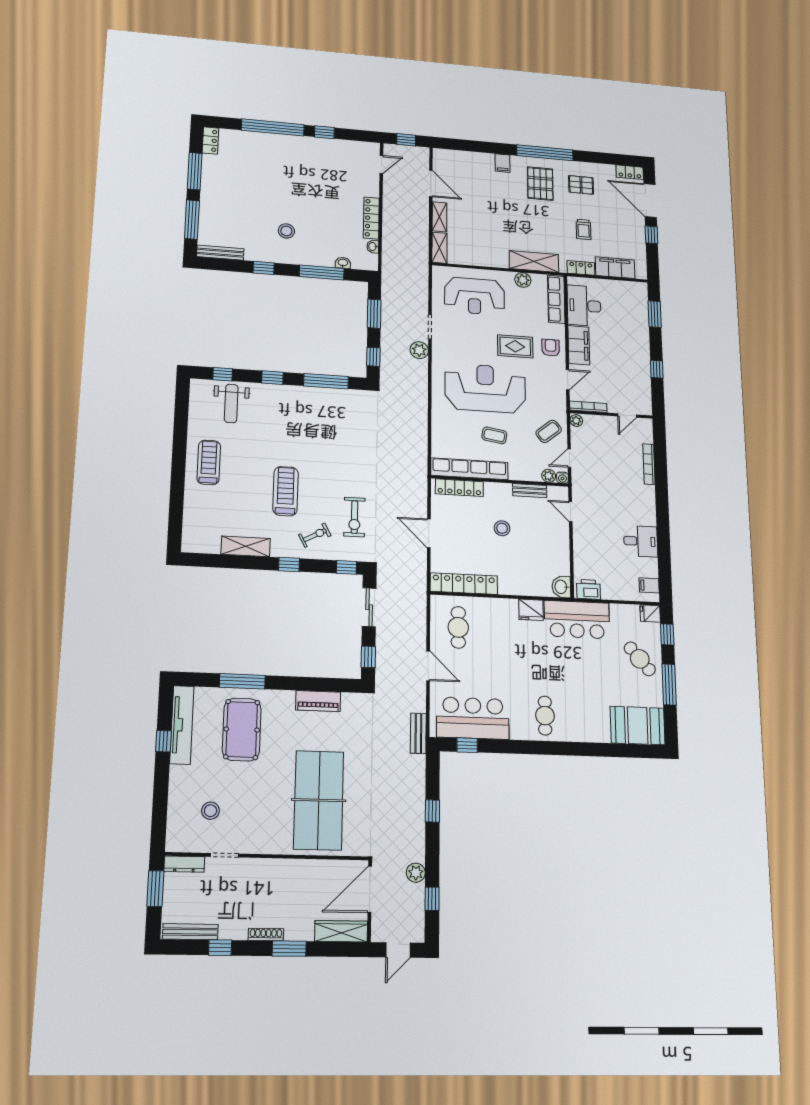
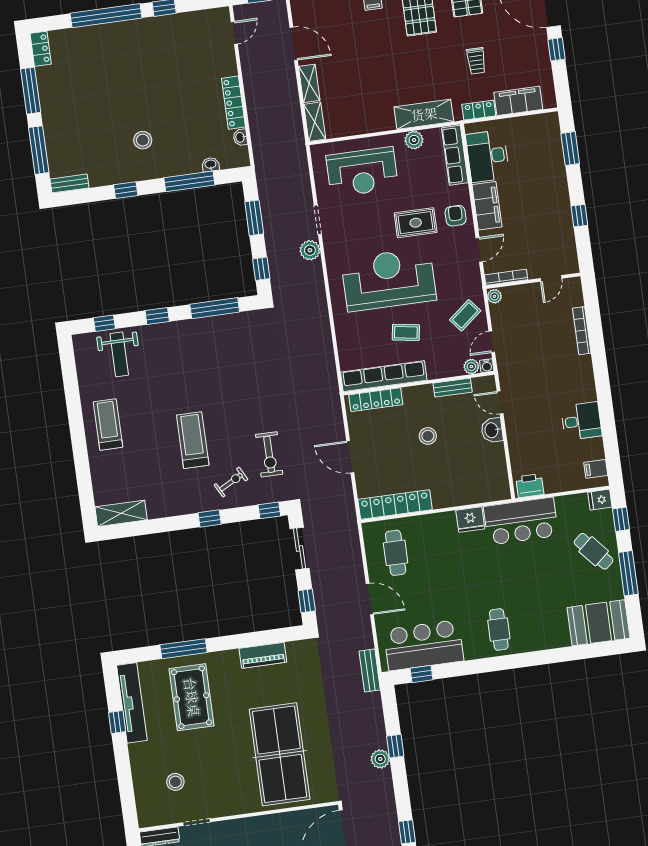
bench: (220, 253) -> (69, 183), width x0.73
shelving: (246, 546) -> (121, 513), moved
washbasin: (561, 587) -> (492, 430), moved
plant: (416, 873) -> (380, 759), moved

